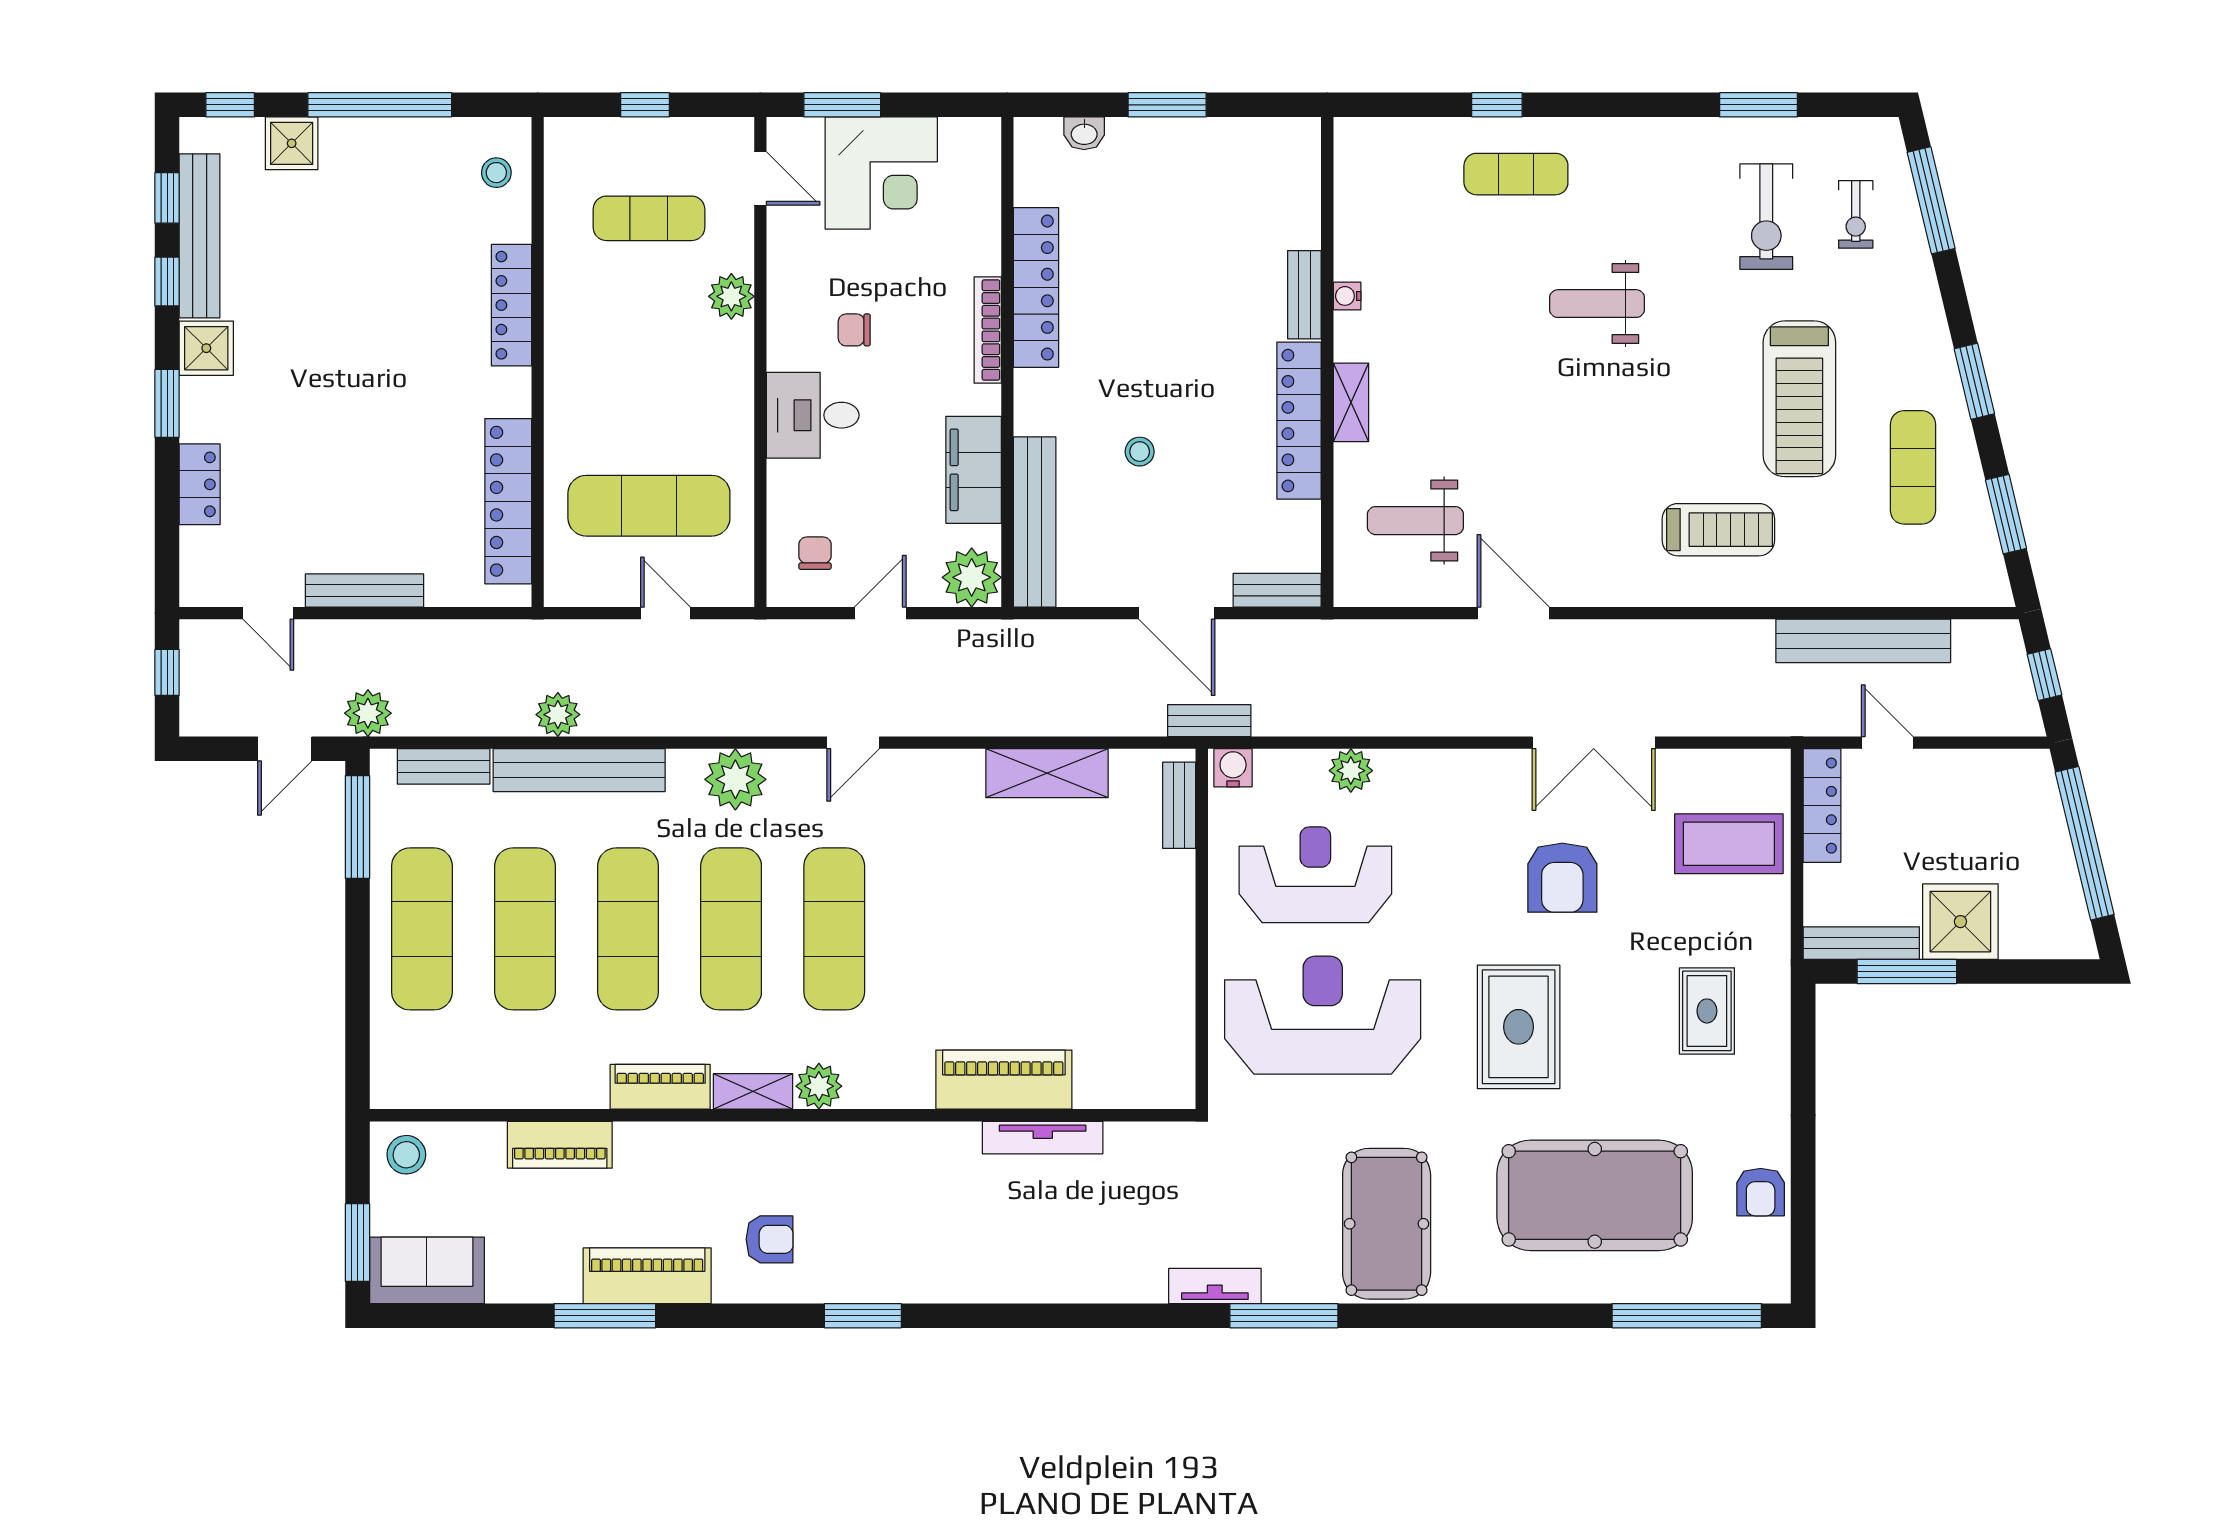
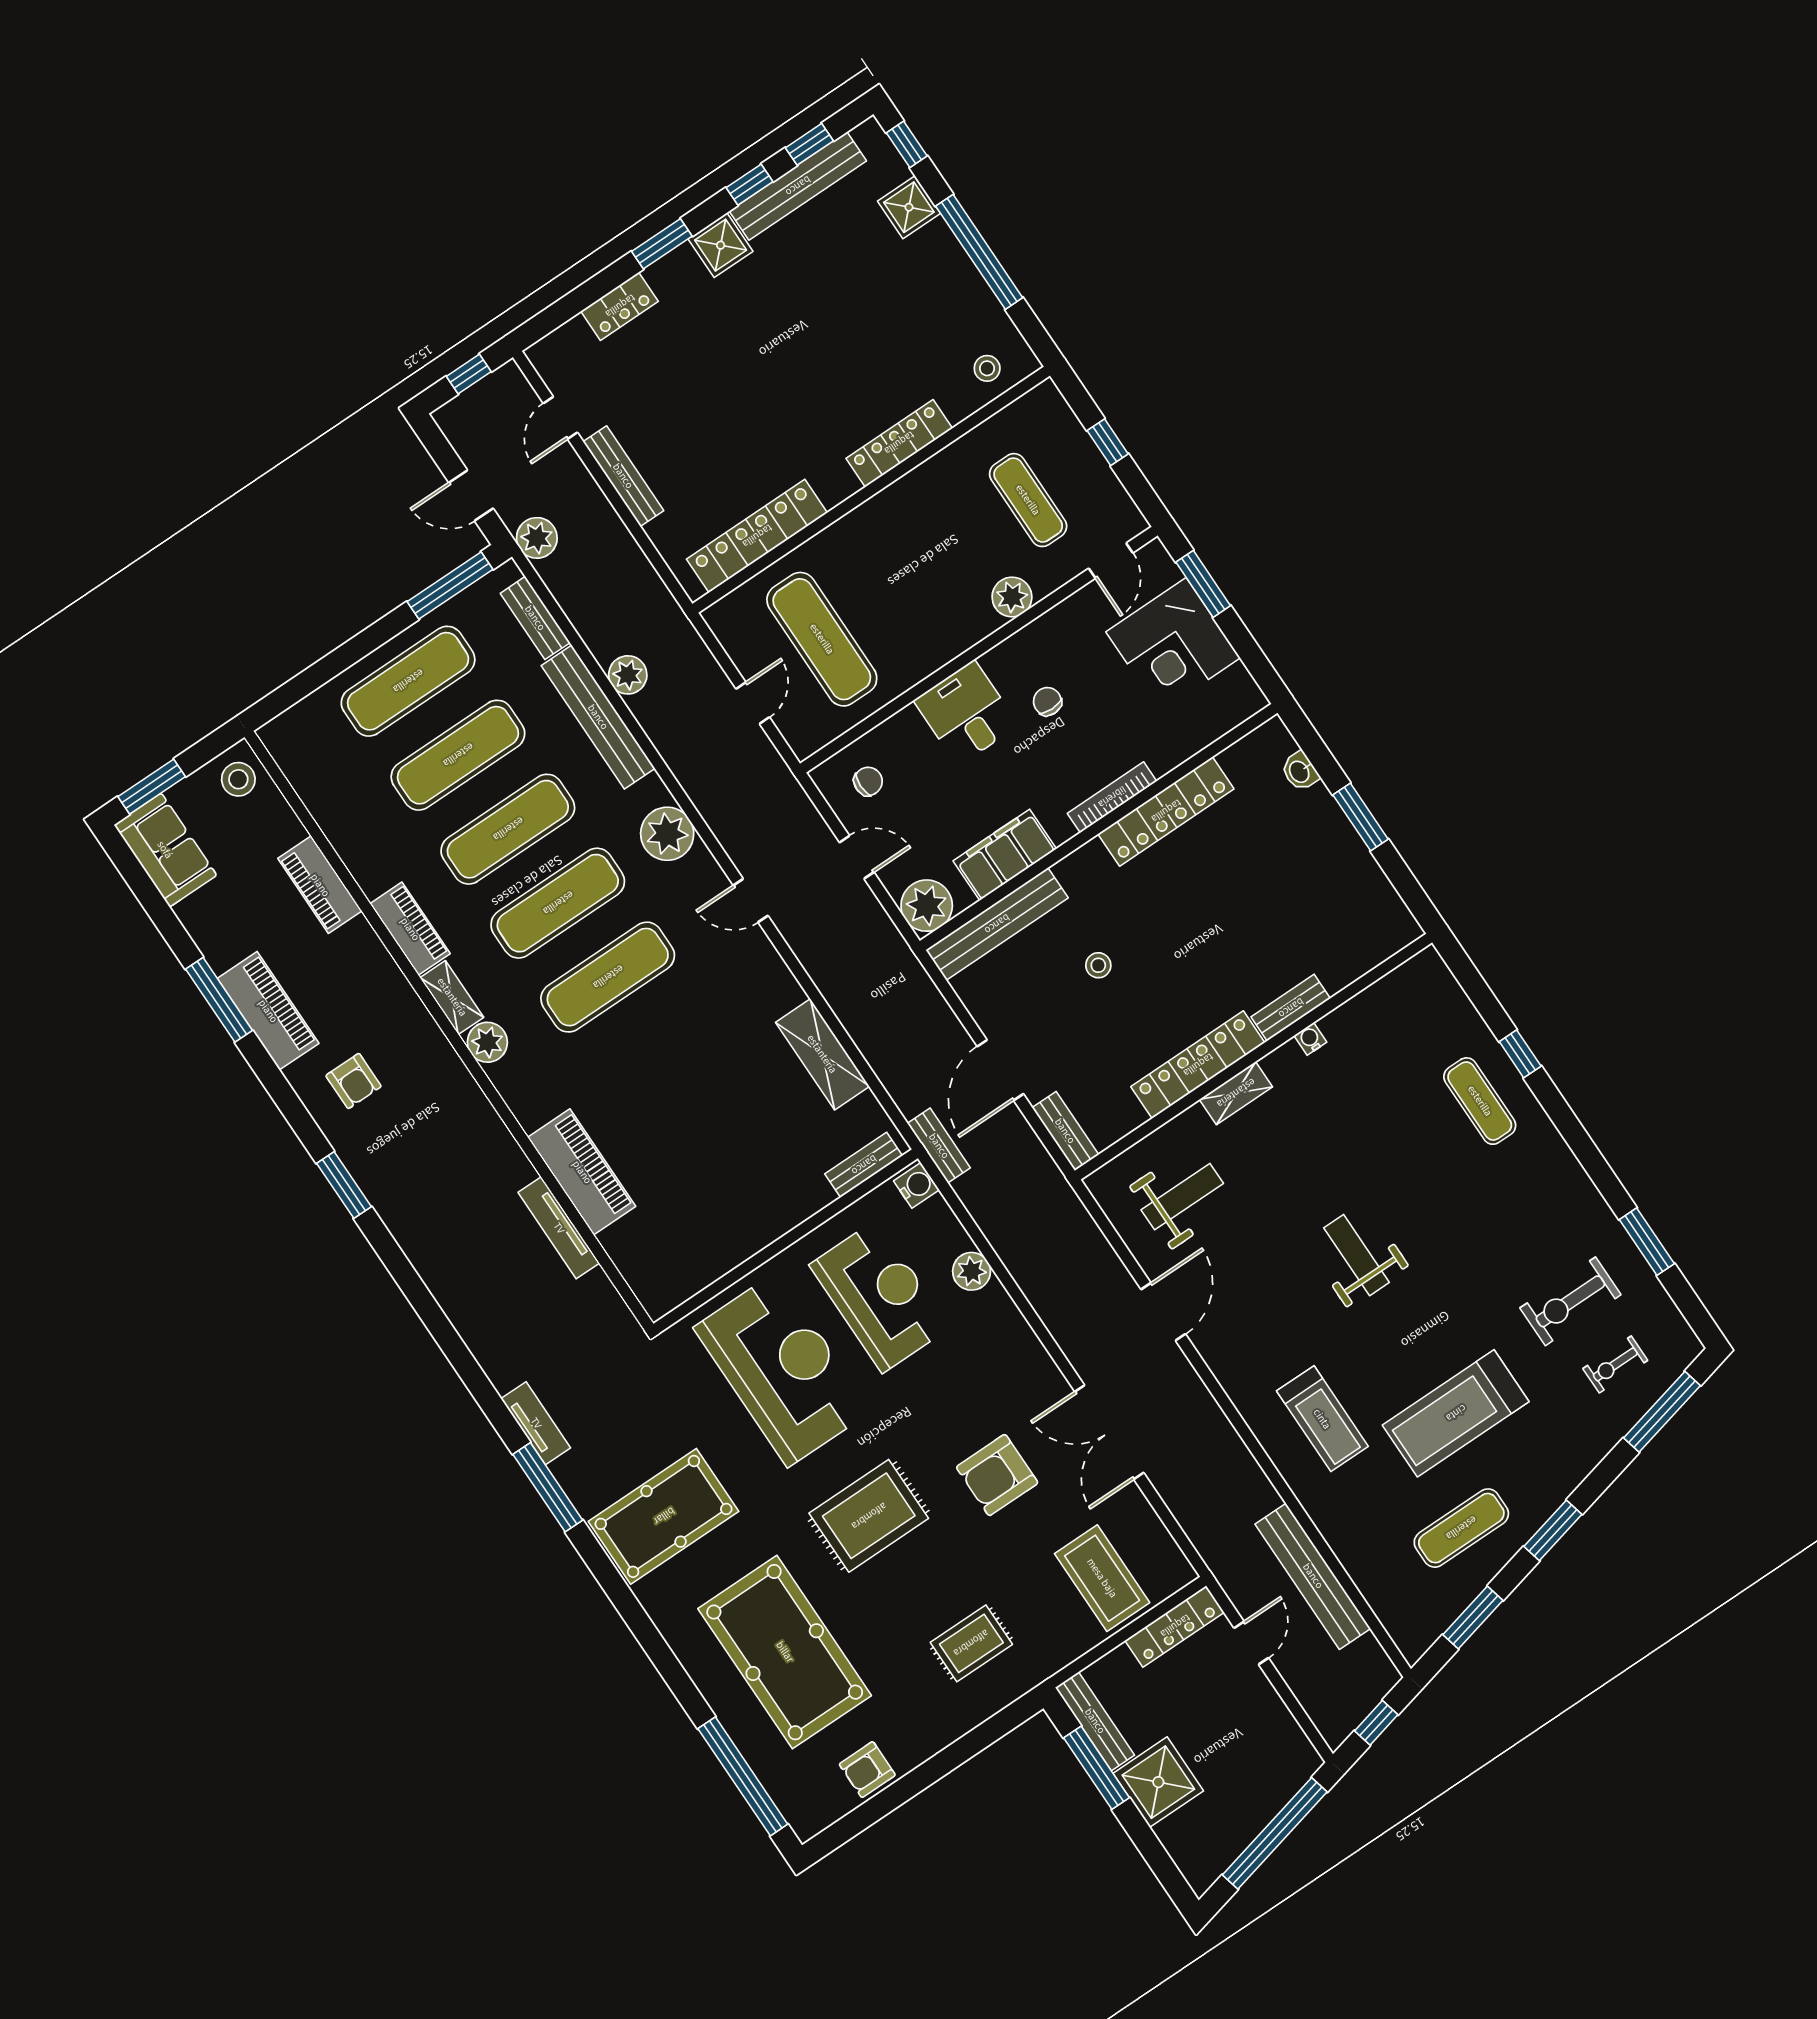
weight bench: (1597, 304) -> (1357, 1255), moved
weight bench: (1415, 521) -> (1182, 1197), turned 90

